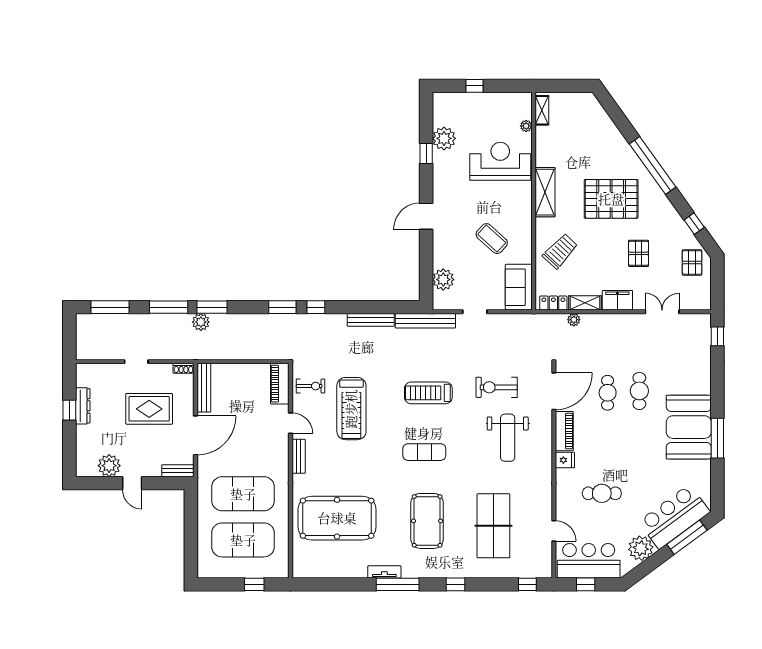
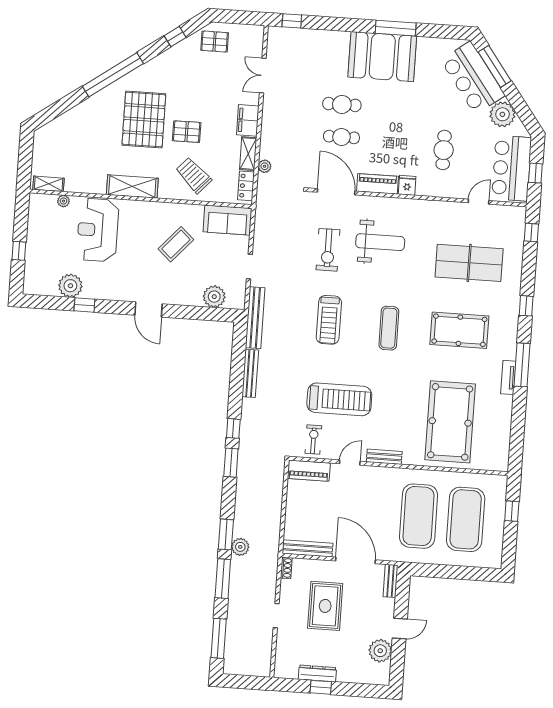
pallet: (639, 253) -> (187, 132), moved

